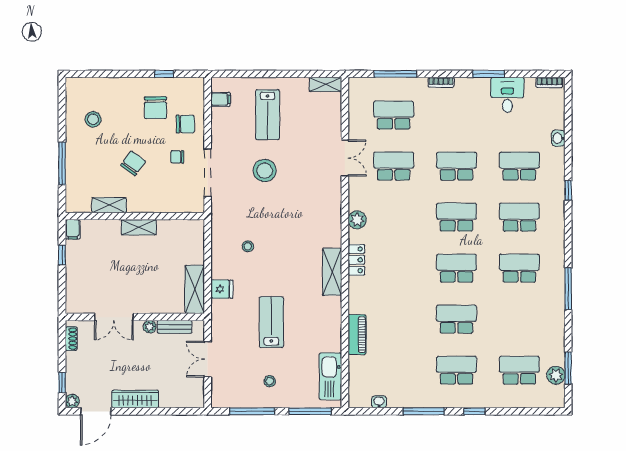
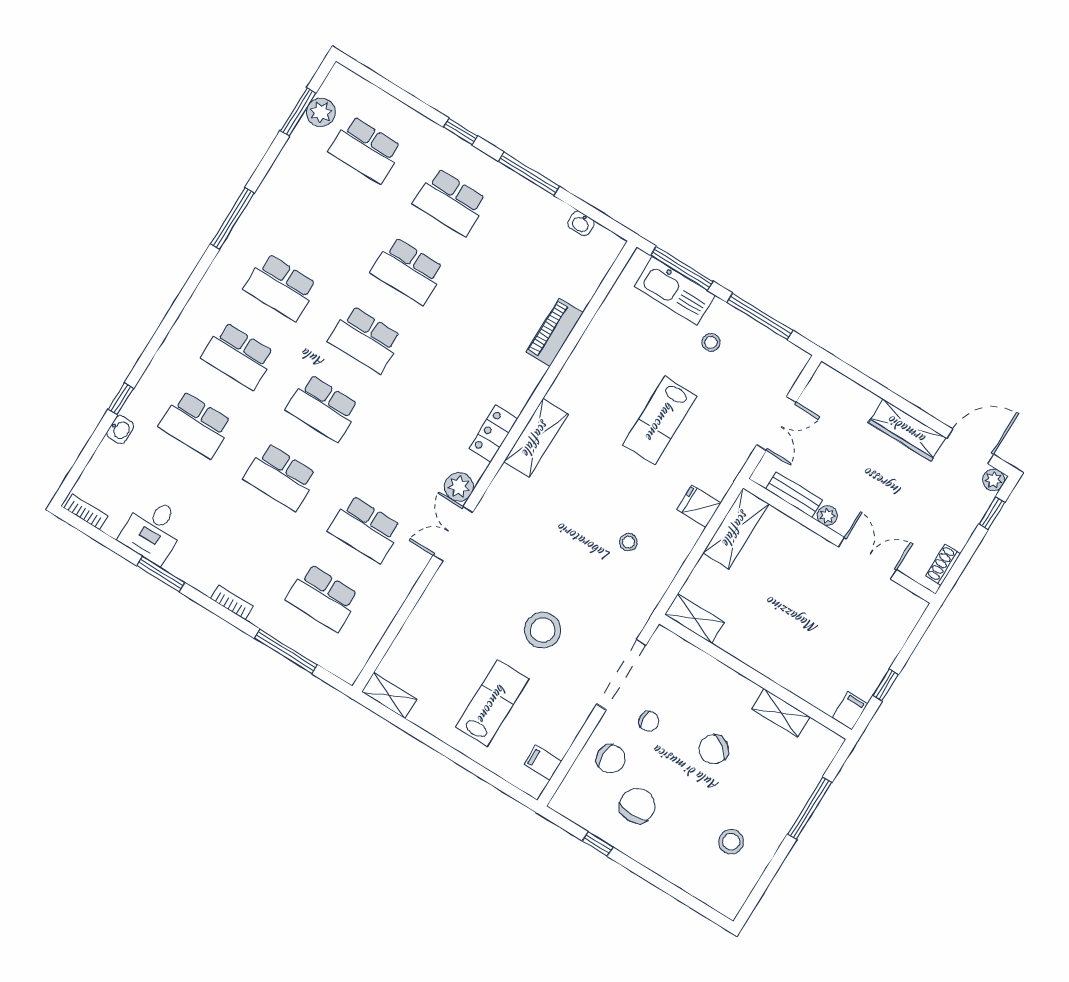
chair: (185, 124) -> (611, 759), turned 180
double door: (345, 158) -> (453, 534), moved
window: (568, 191) -> (121, 399), moved
shelving: (139, 227) -> (695, 618), moved
kitchen sink: (330, 376) -> (675, 291), moved, turned 90

